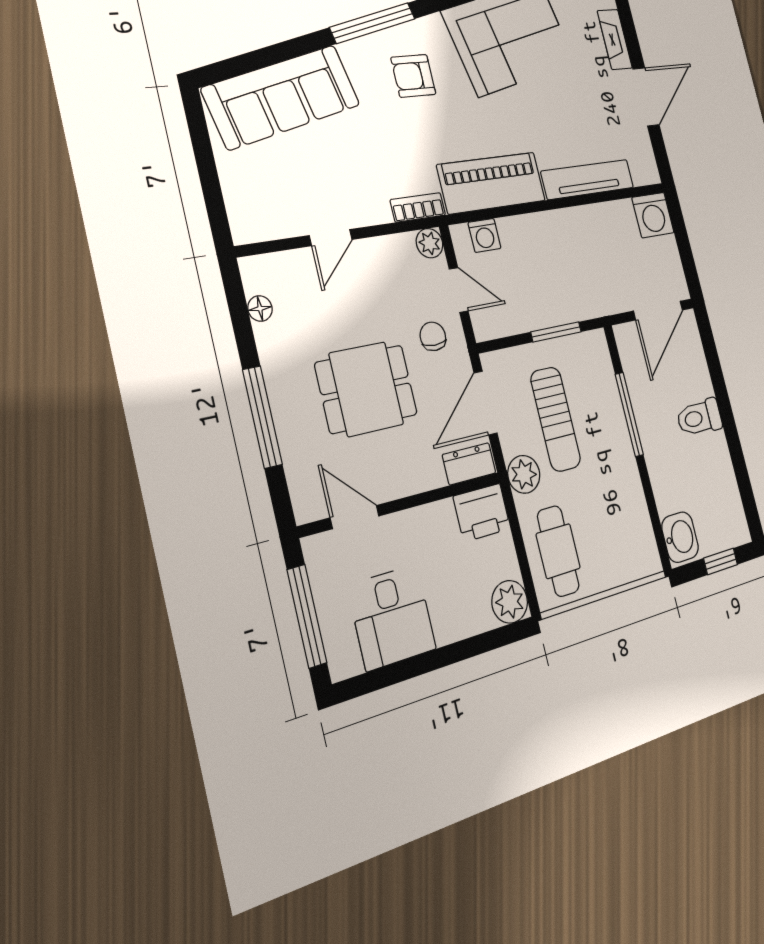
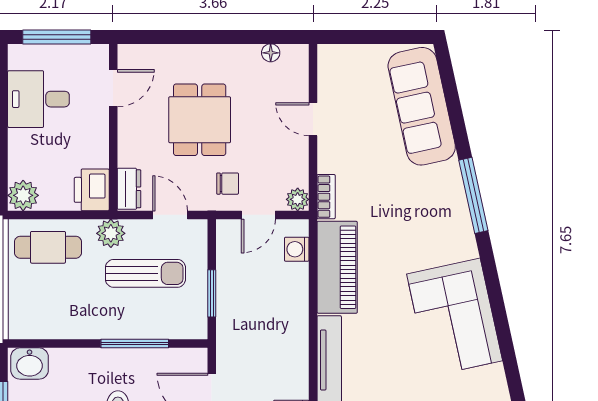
armchair: (413, 76) -> (429, 220), removed
door: (486, 403) -> (170, 215), width x0.73
window: (262, 417) -> (196, 37), removed
sun lounger: (556, 419) -> (145, 273), turned 180

